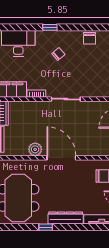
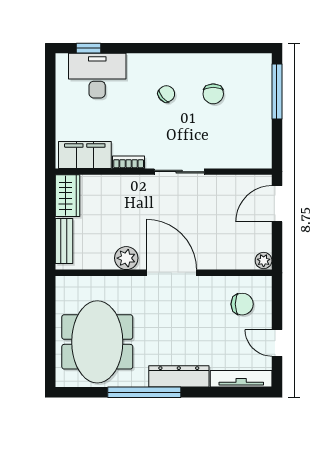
window: (50, 27) -> (88, 48), moved
chair: (89, 38) -> (213, 94), moved
window: (46, 227) -> (144, 392), width x3.17

